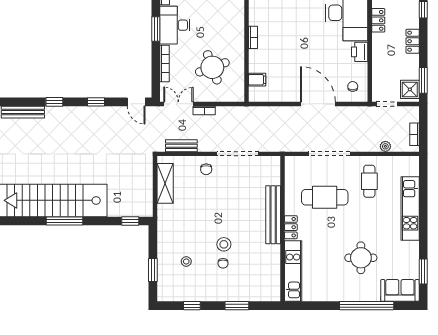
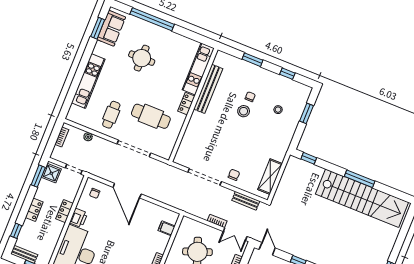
locker: (378, 20) -> (65, 211), moved
bench: (273, 215) -> (208, 89), moved
sofa: (400, 290) -> (111, 28), moved, turned -90

